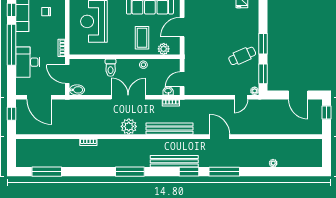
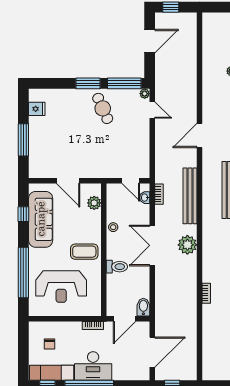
coffee table: (142, 38) -> (84, 252), moved
desk: (28, 62) -> (93, 366), moved
window: (263, 74) -> (124, 83), width x1.44

